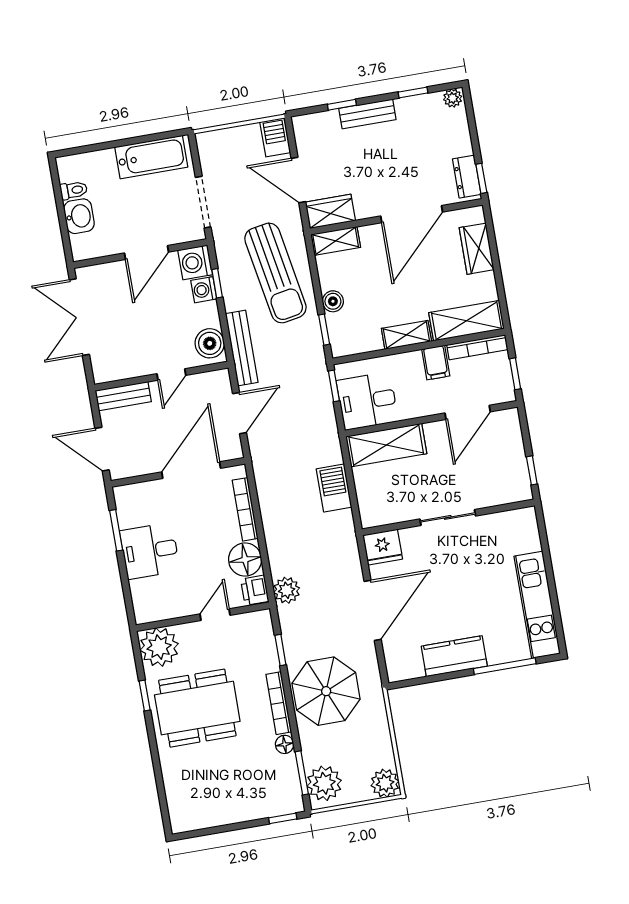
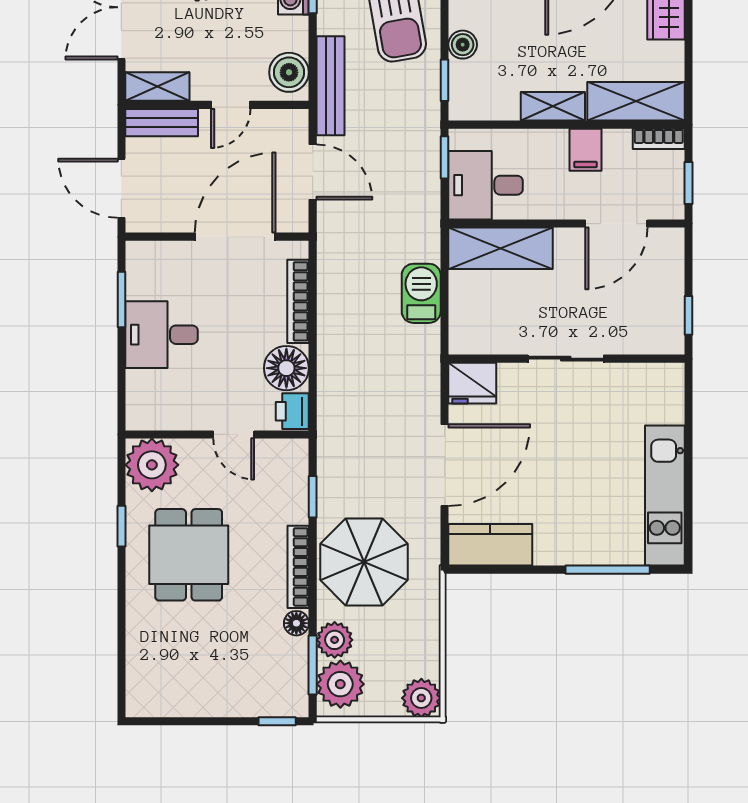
bookcase: (477, 347) -> (659, 139), width x0.64
shelving: (116, 370) -> (157, 86), added
door: (240, 413) -> (313, 172), hinge flipped
plant: (287, 590) -> (335, 640), moved
door: (215, 615) -> (234, 434), swing flipped
kitchen counter: (454, 656) -> (490, 545), moved
dining table: (197, 708) -> (189, 555), width x0.73

